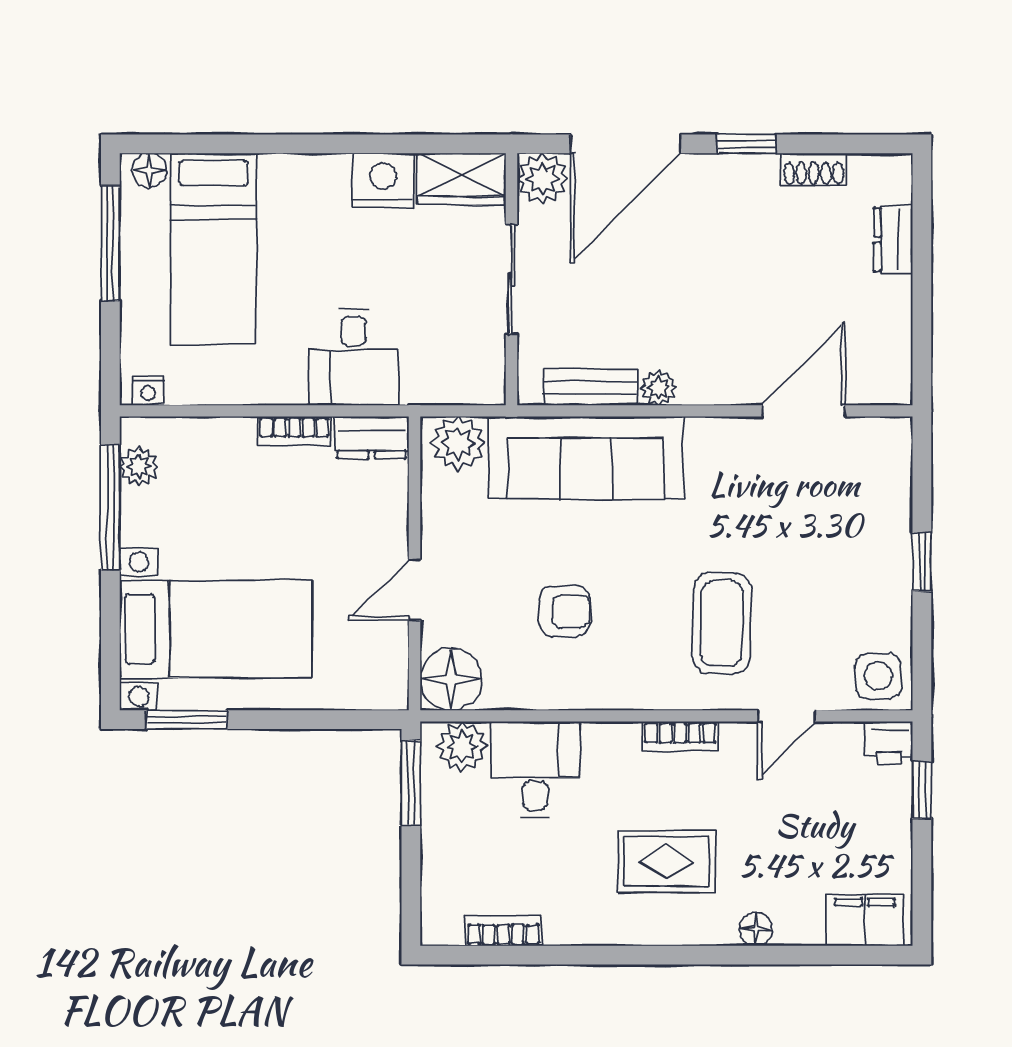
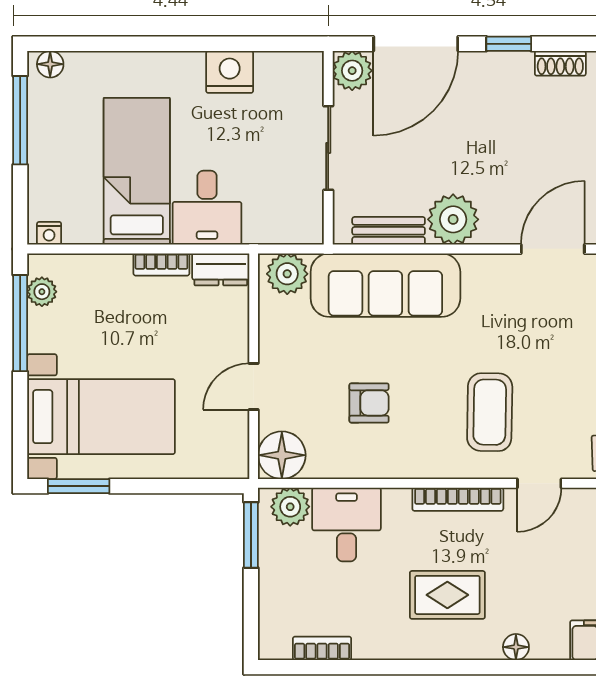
wardrobe: (462, 179) -> (290, 71), removed
bed: (214, 249) -> (137, 171), moved, turned 180
plant: (659, 388) -> (453, 219), width x1.88, depth x1.88
bookcase: (680, 737) -> (458, 499), width x1.56

